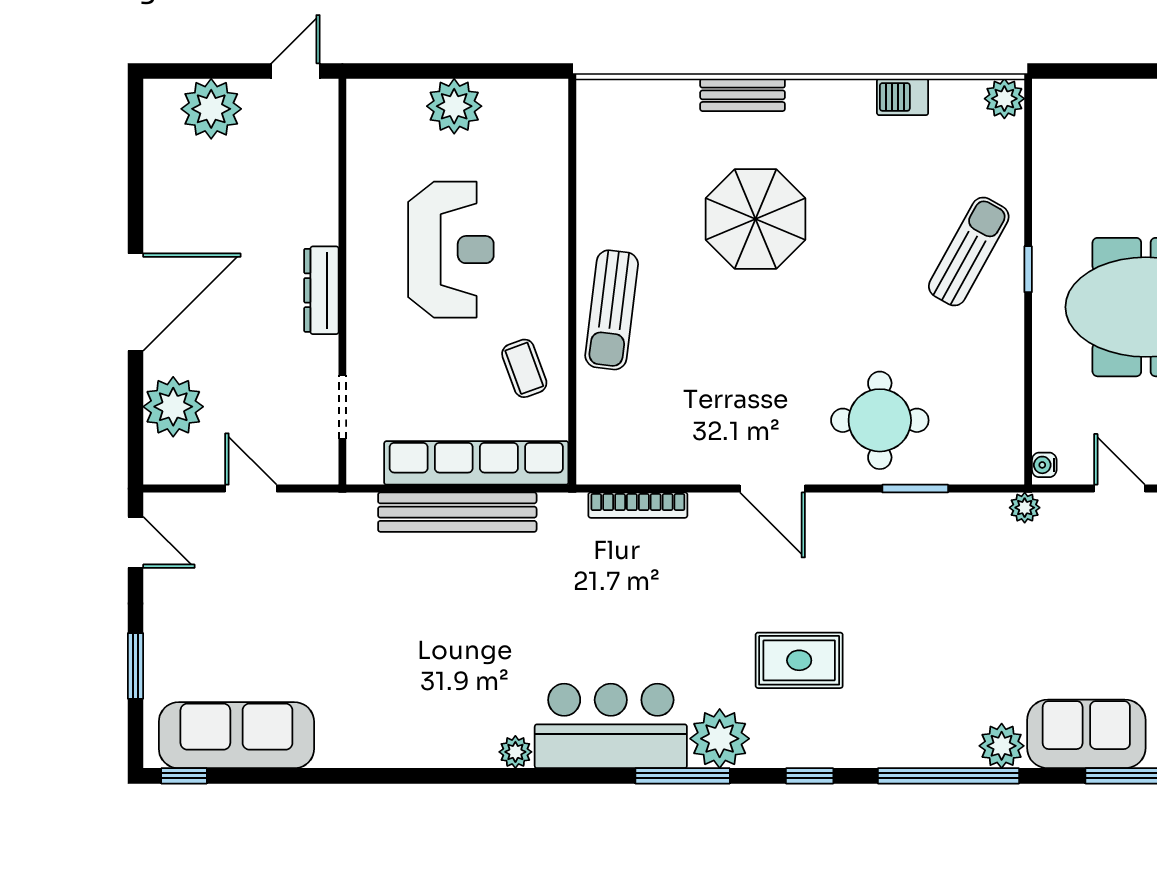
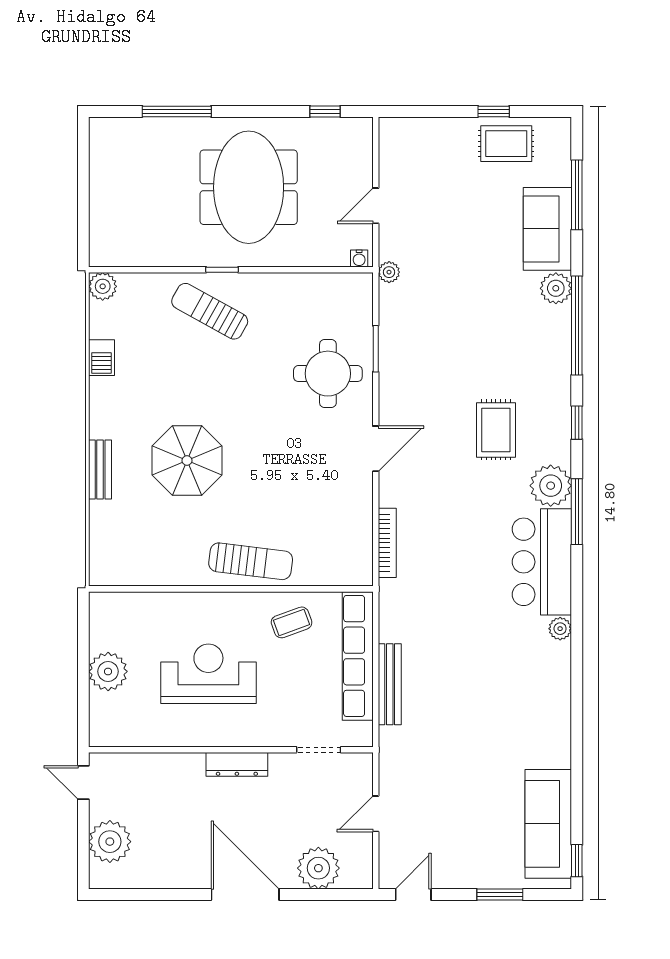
bench: (457, 512) -> (390, 684), width x0.73, depth x0.82

